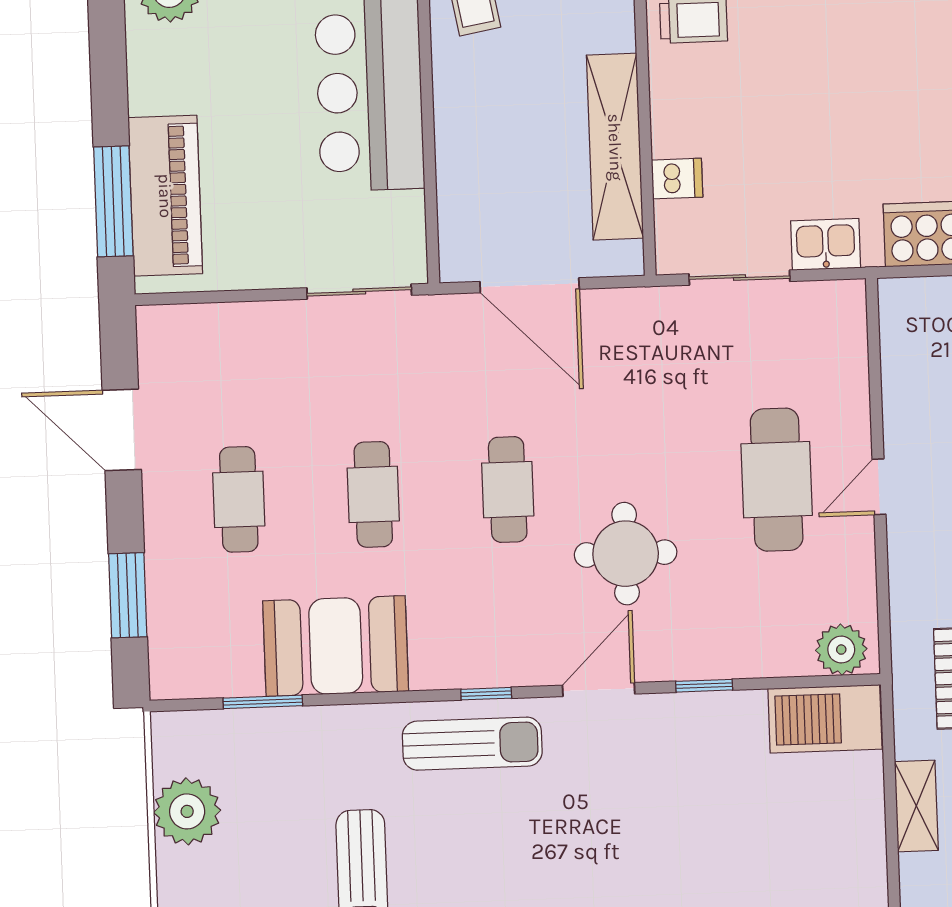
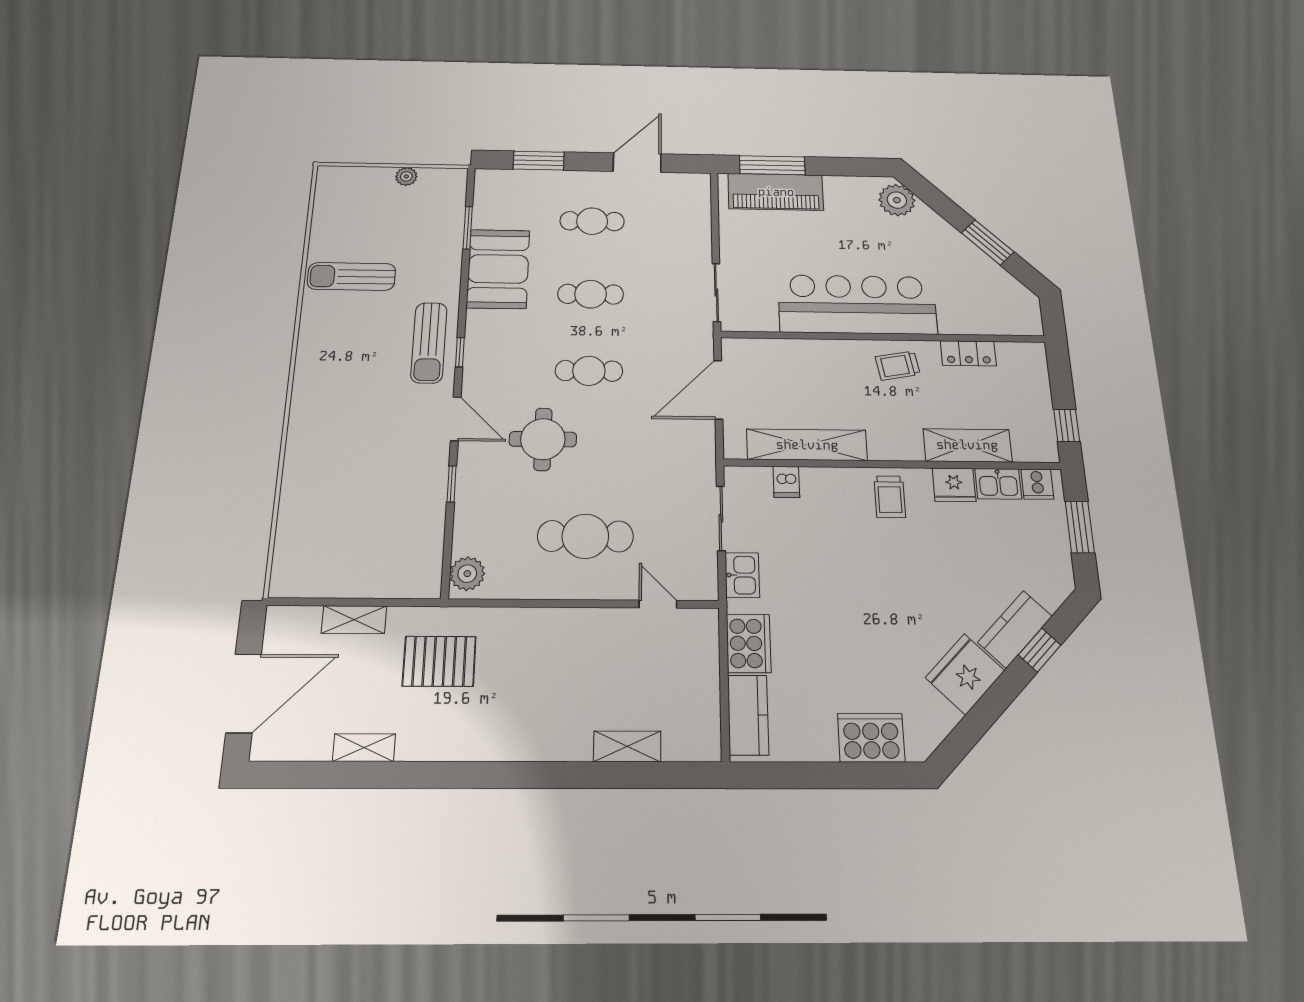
door: (879, 487) -> (658, 604), moved
barbecue: (825, 719) -> (421, 561), removed
plant: (187, 811) -> (406, 176), width x0.53, depth x0.53

